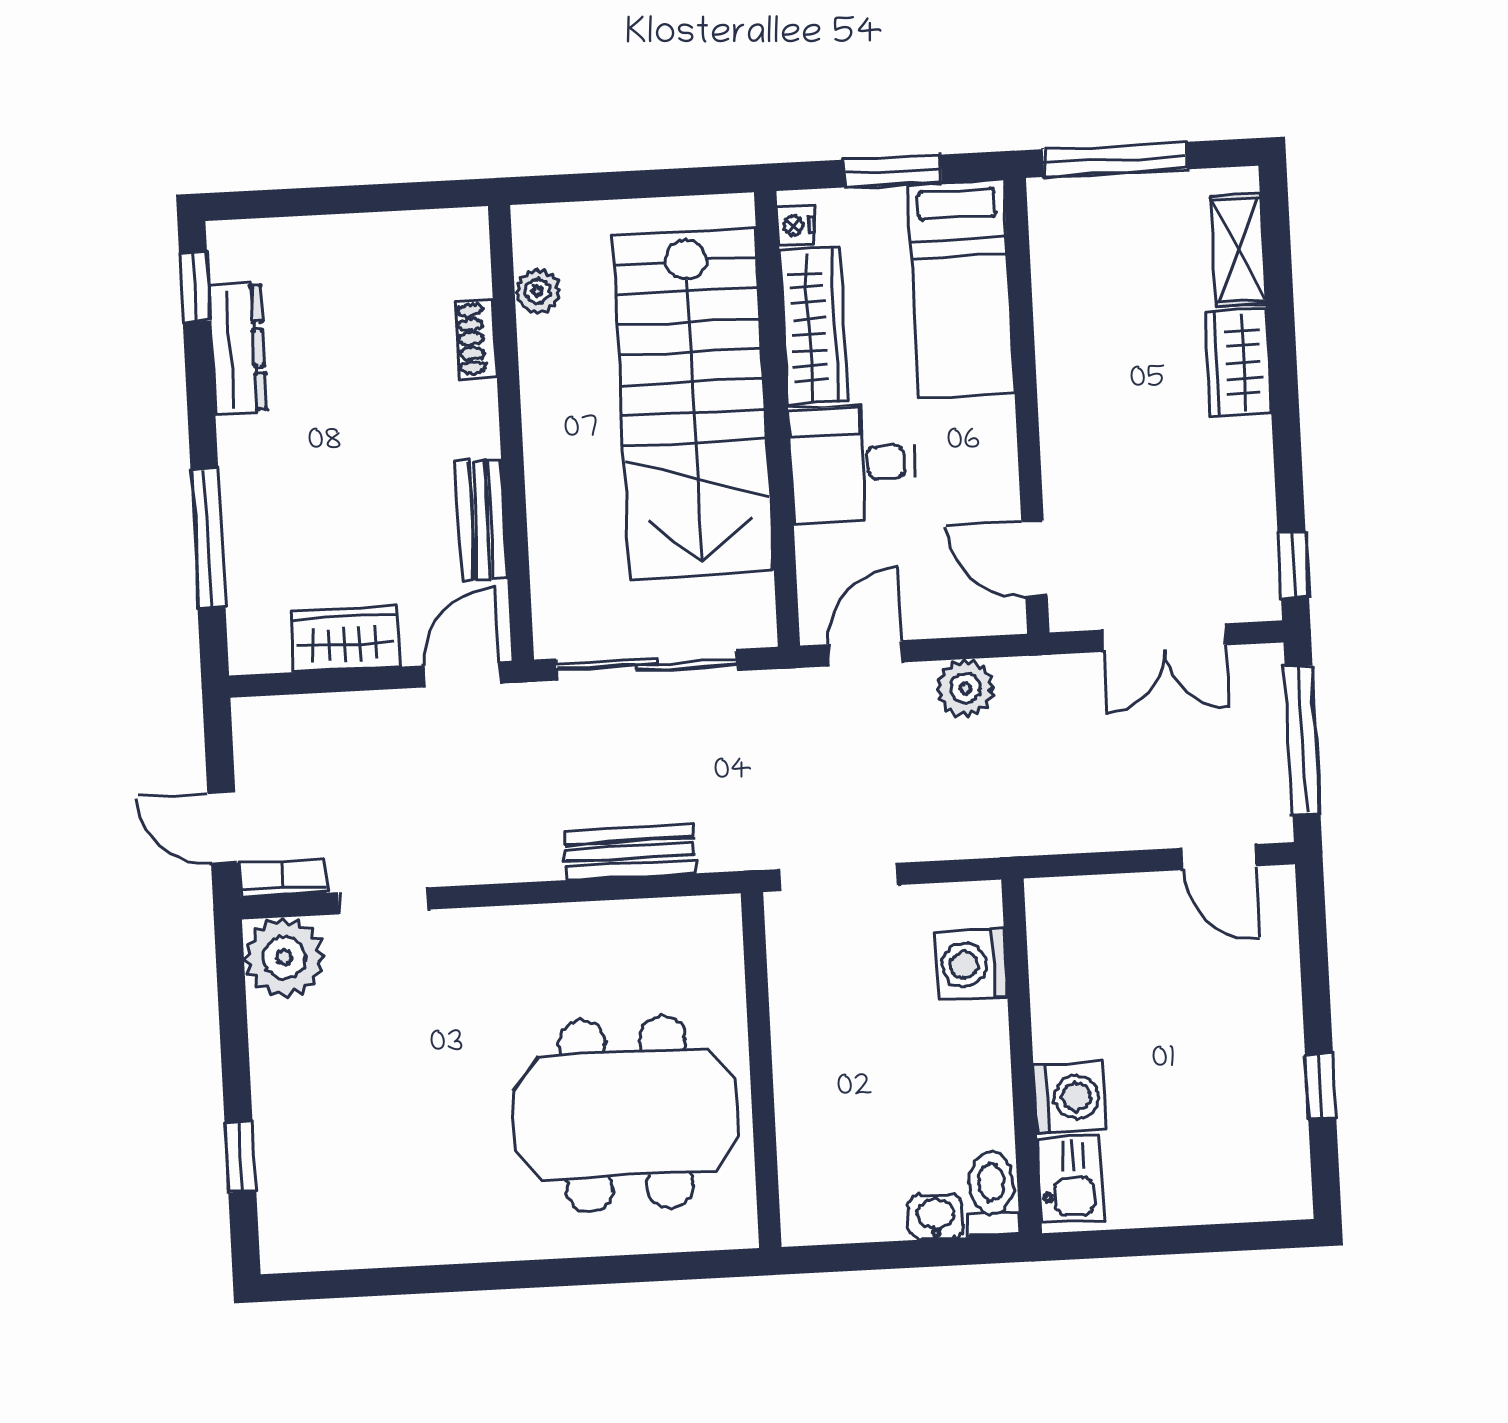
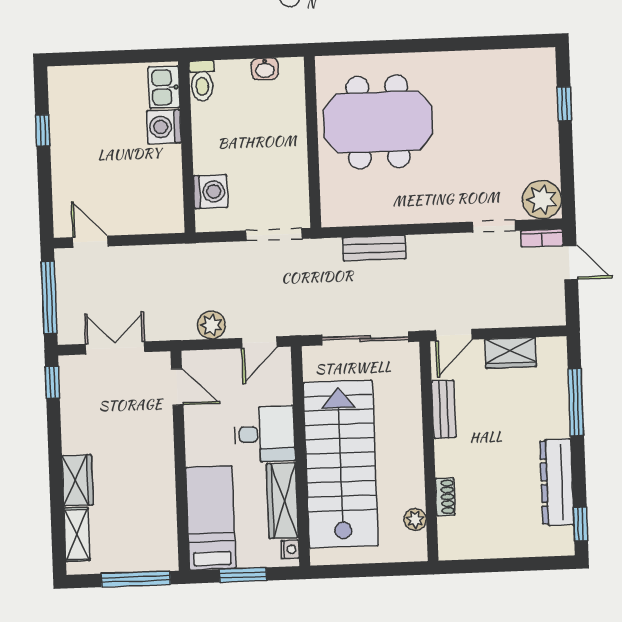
dresser: (238, 349) -> (557, 482), width x1.37, depth x1.24
washbasin: (935, 1217) -> (265, 69), moved

